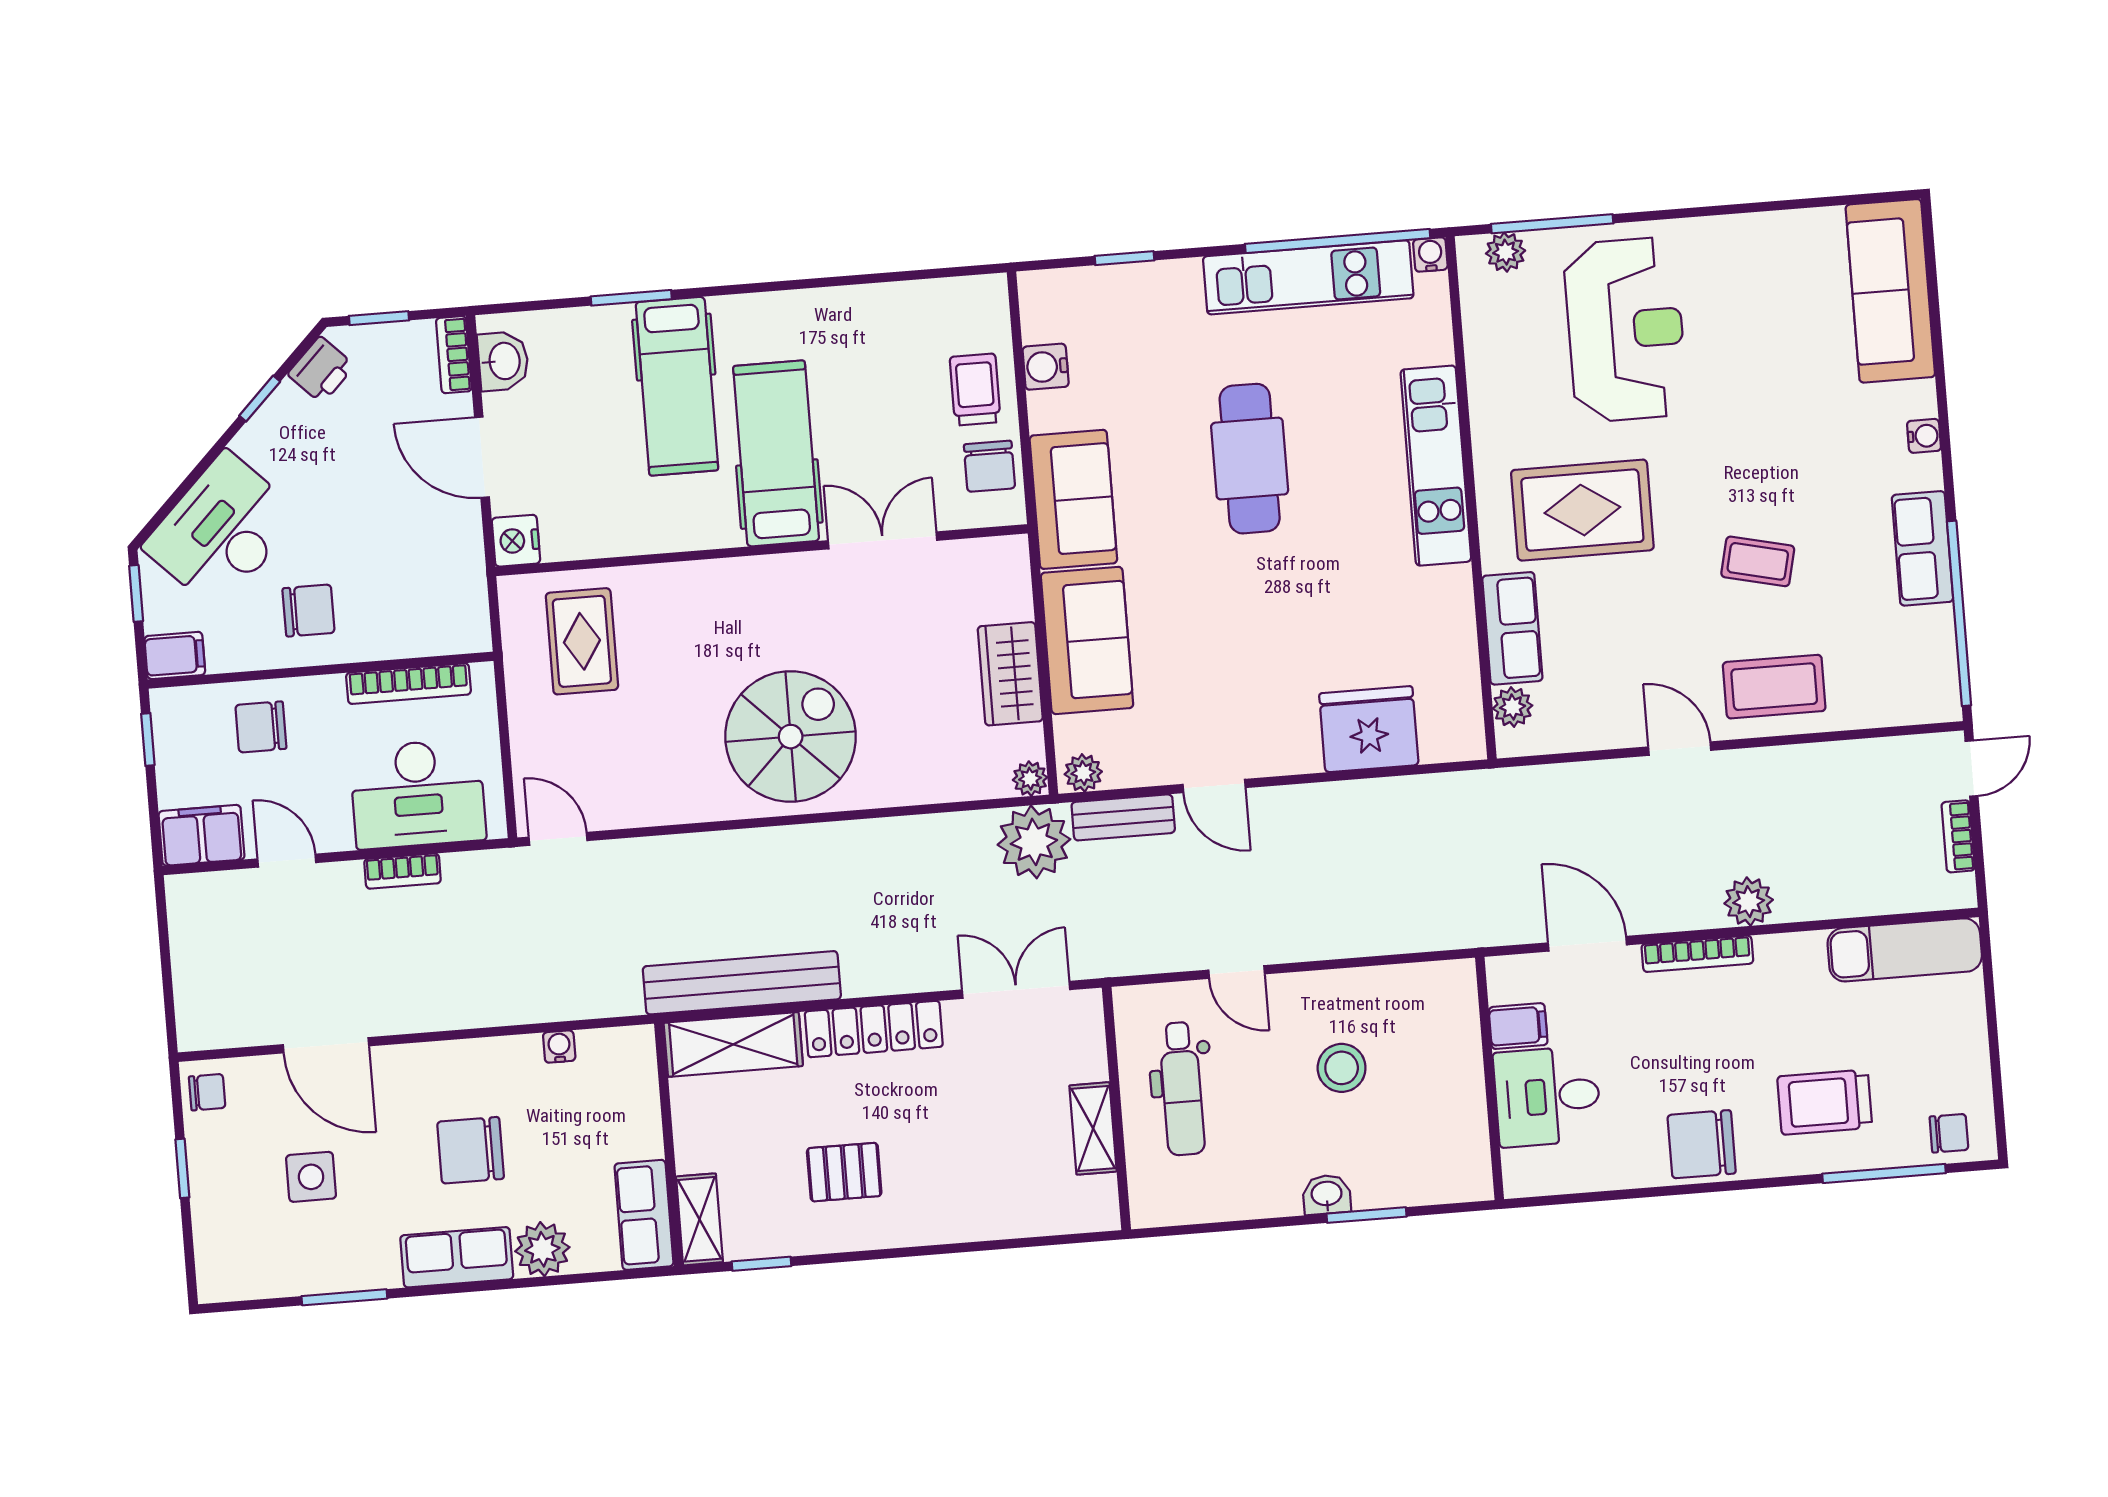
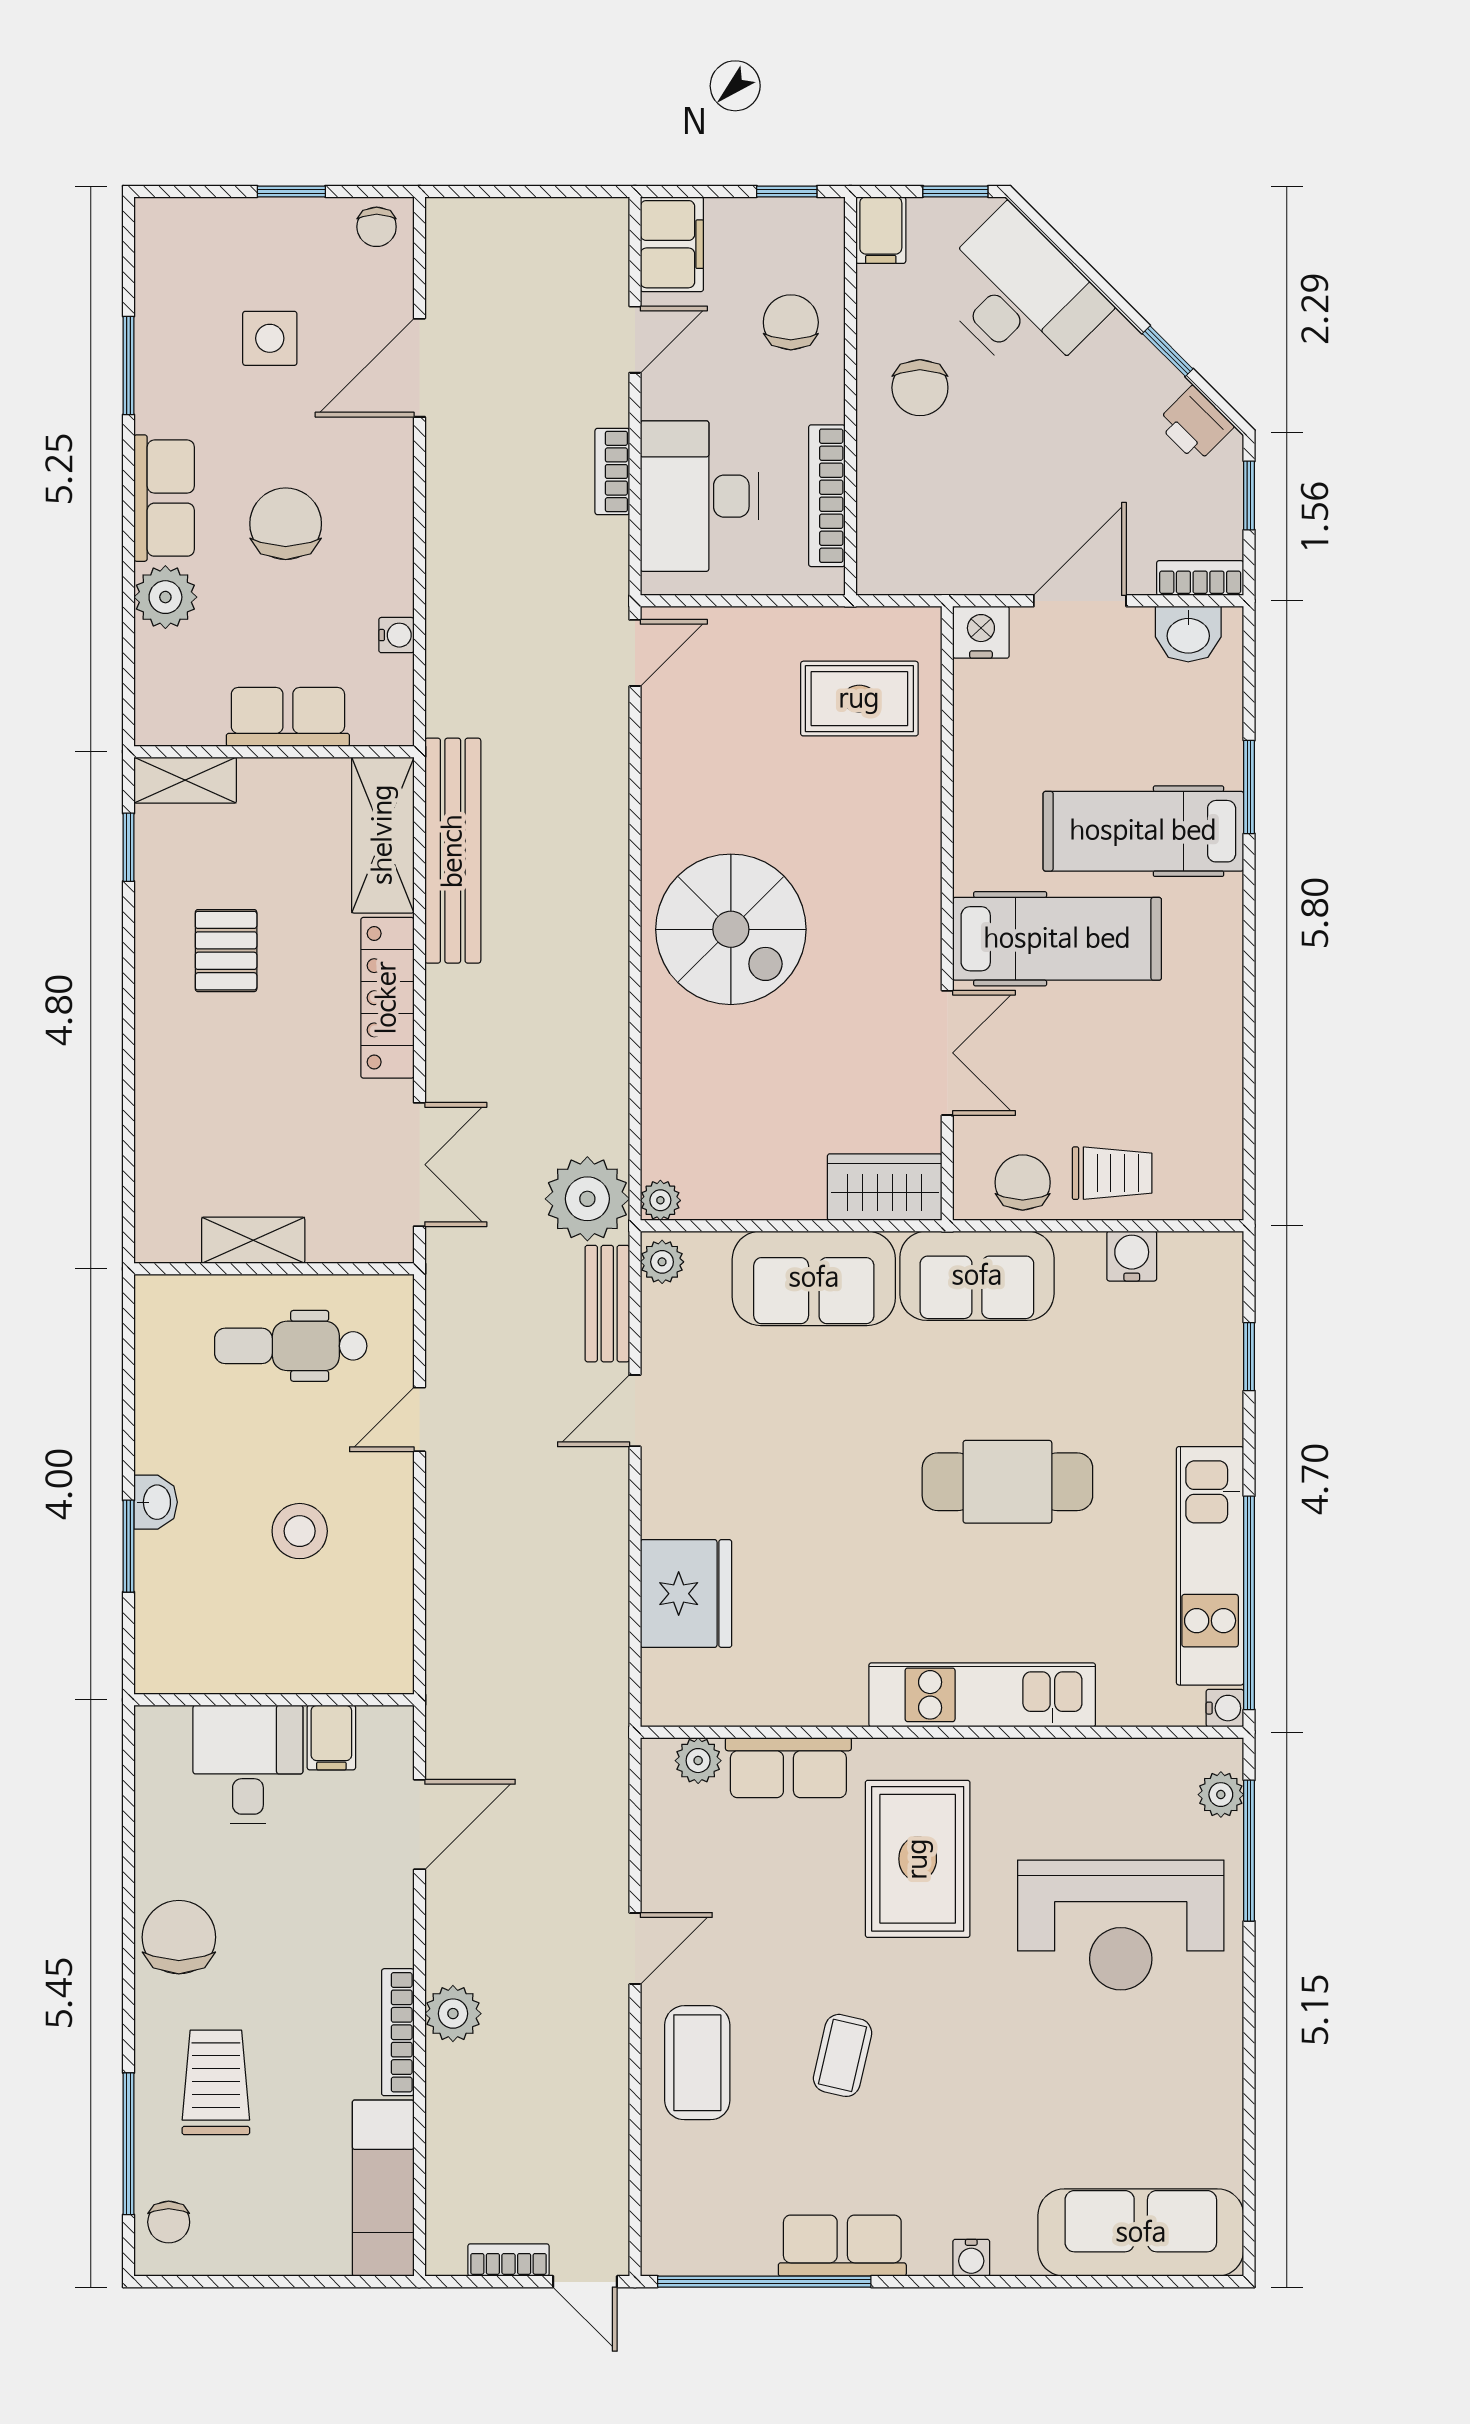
chair: (989, 466) -> (1023, 1182), turned 90
wardrobe: (1010, 674) -> (885, 1187), moved
bookcase: (1697, 954) -> (398, 2032), moved
row of seats: (644, 1215) -> (288, 717), moved

